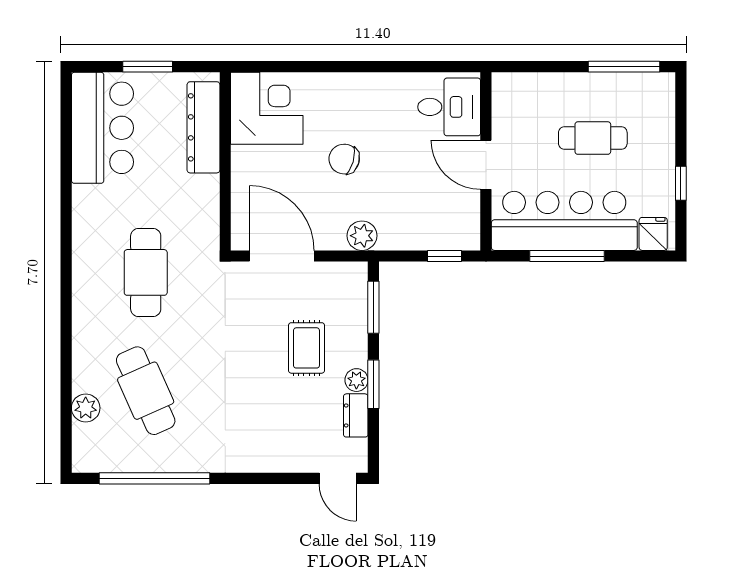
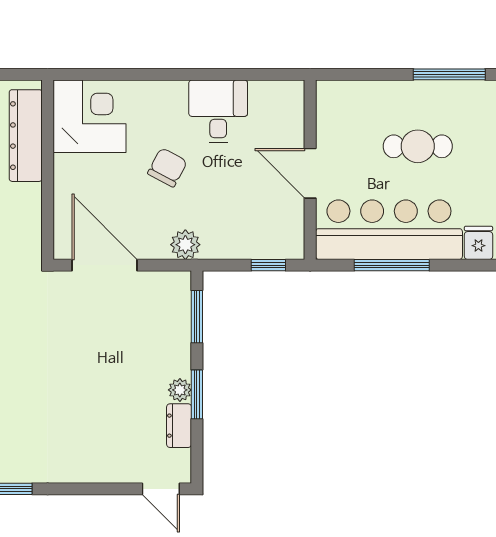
desk: (449, 107) -> (218, 111), moved, turned -90
chair: (344, 159) -> (167, 167), turned 102
rug: (306, 348) -> (129, 358), removed

